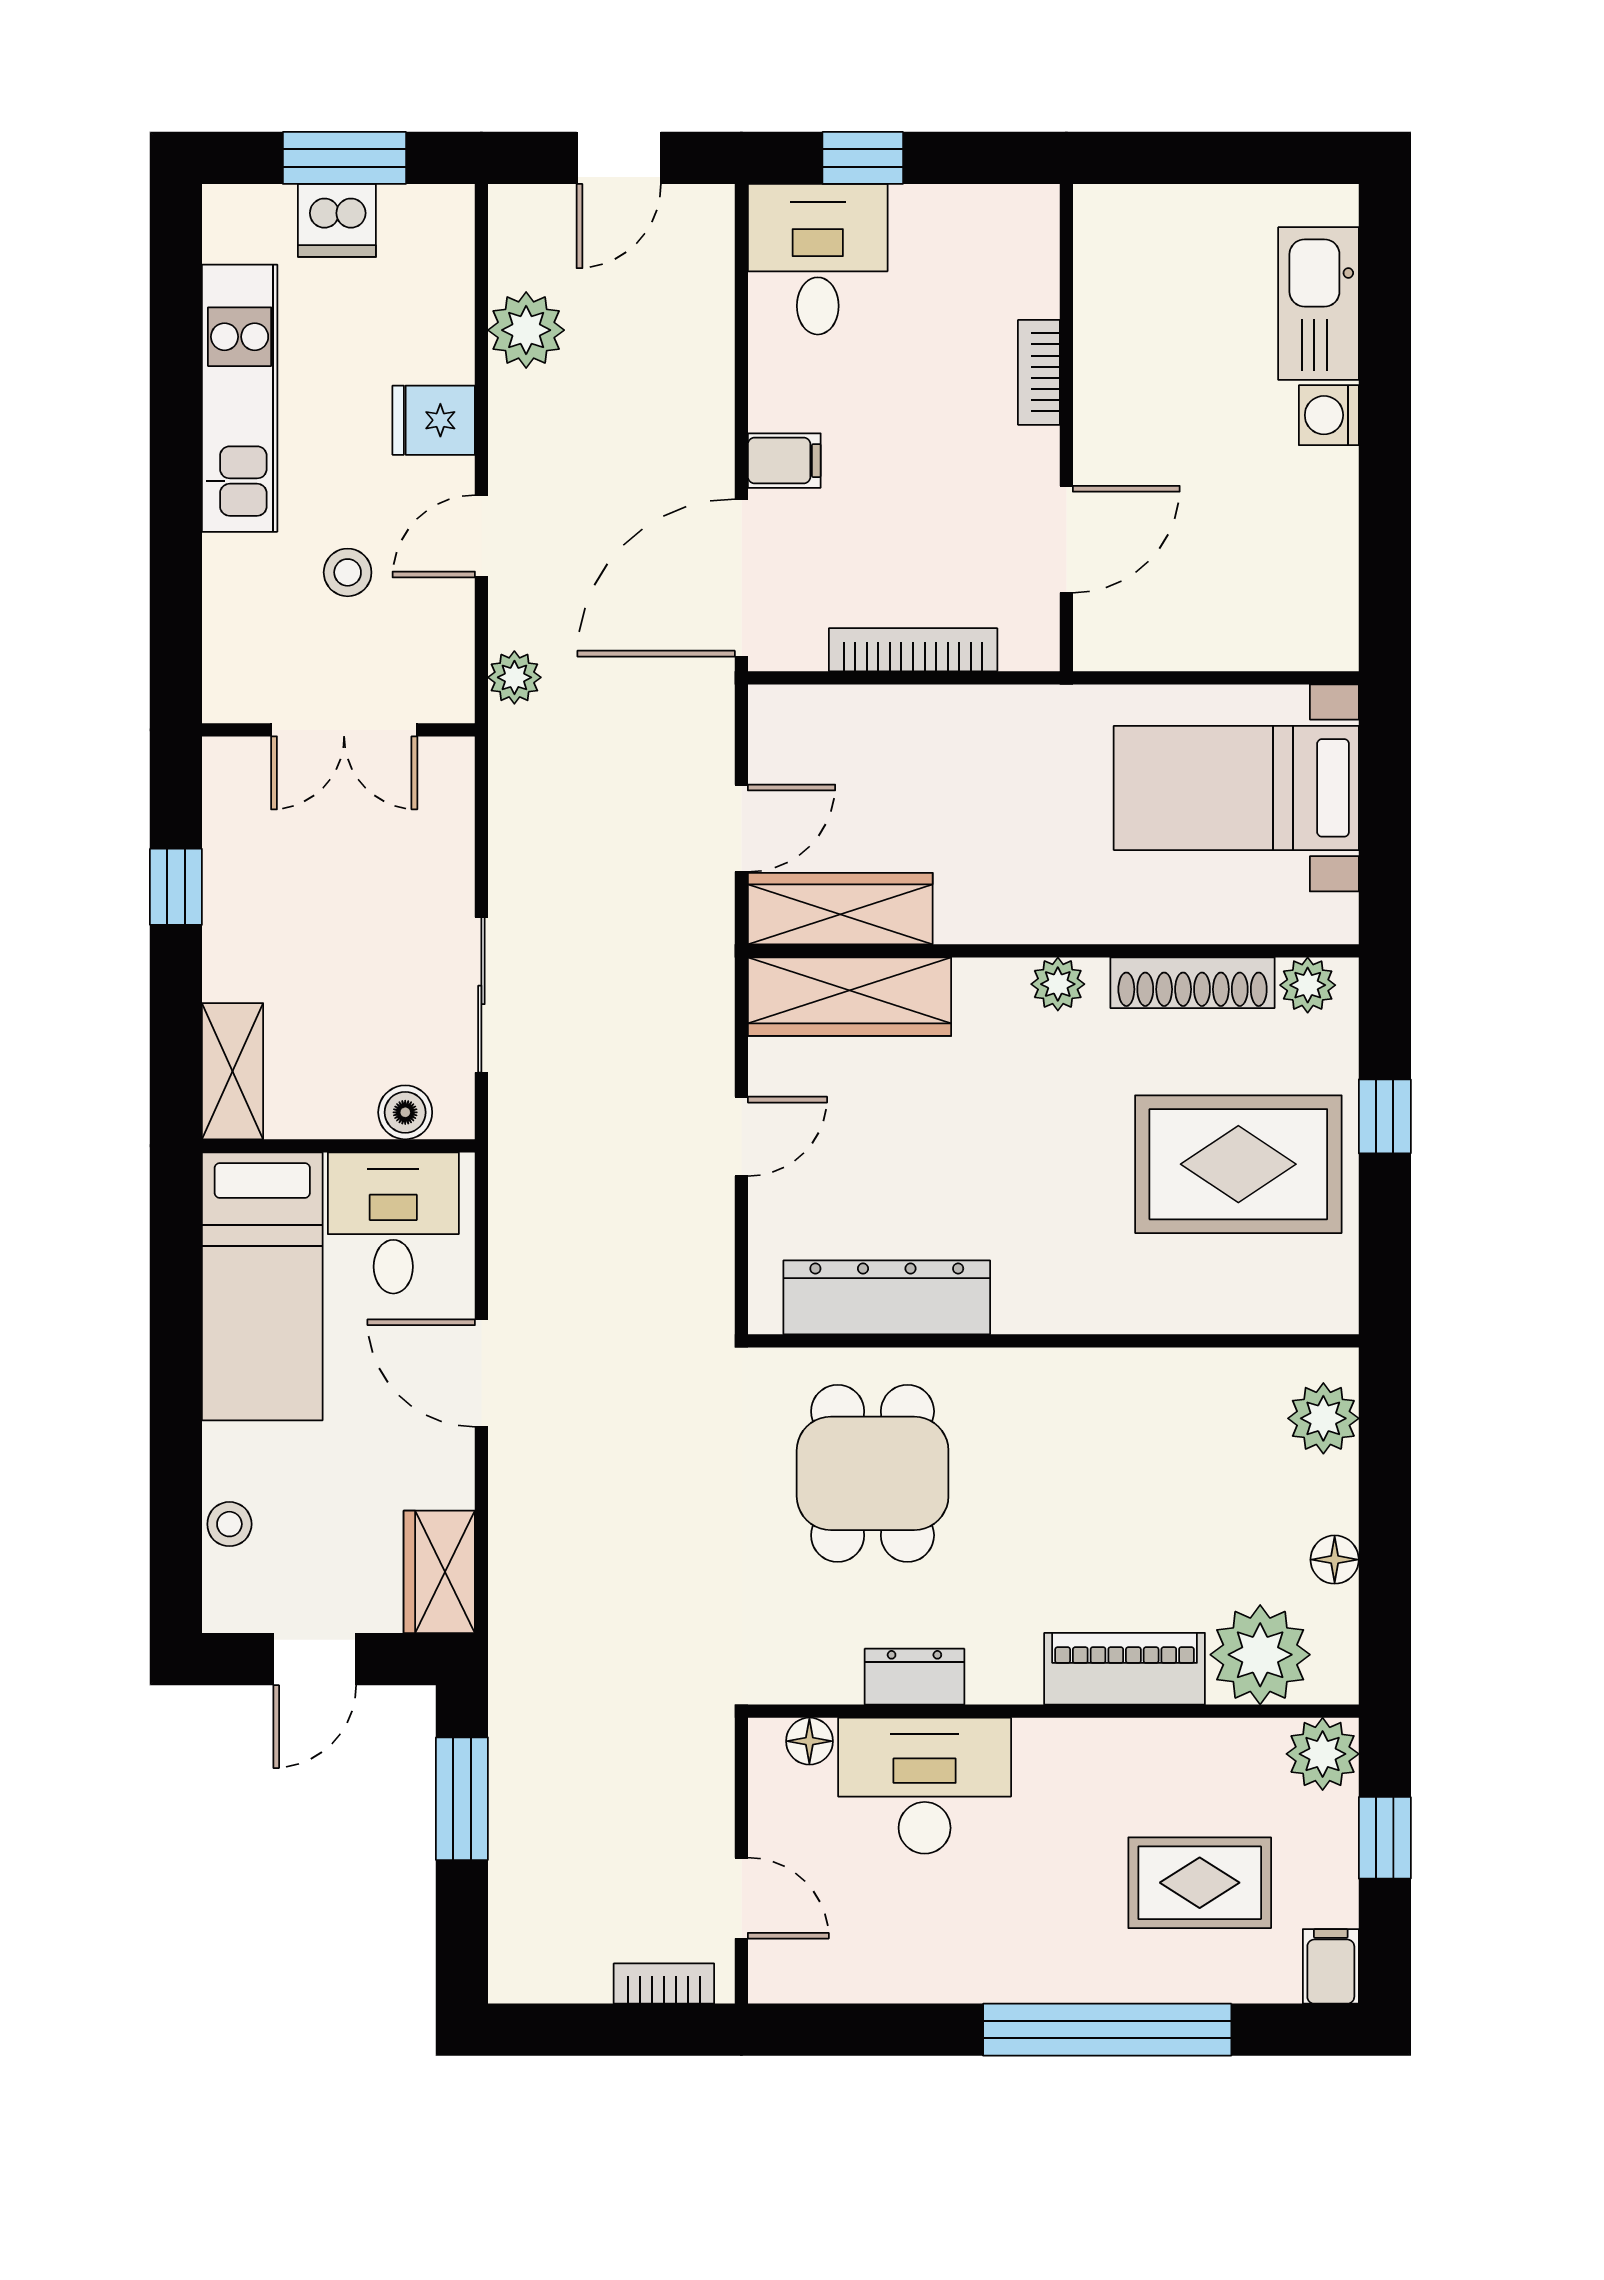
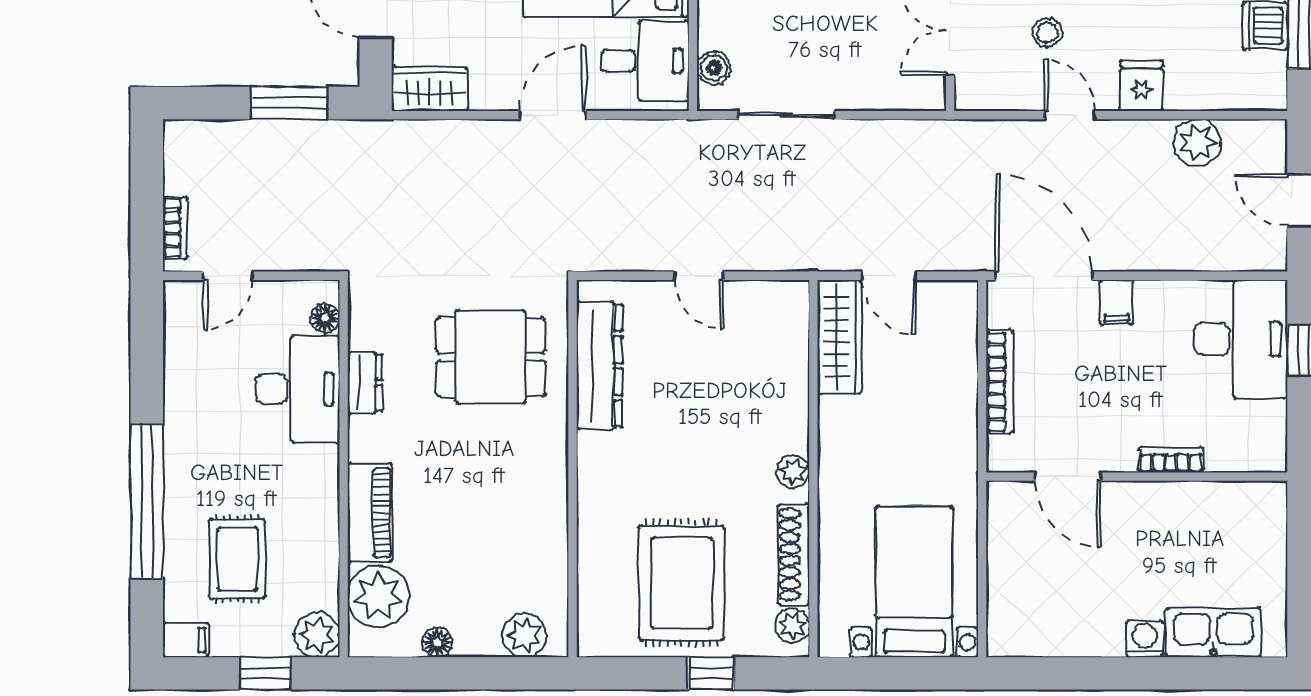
desk: (818, 259) -> (1241, 339), width x1.37
plant: (514, 677) -> (982, 136), removed
wardrobe: (850, 997) -> (785, 343), removed

